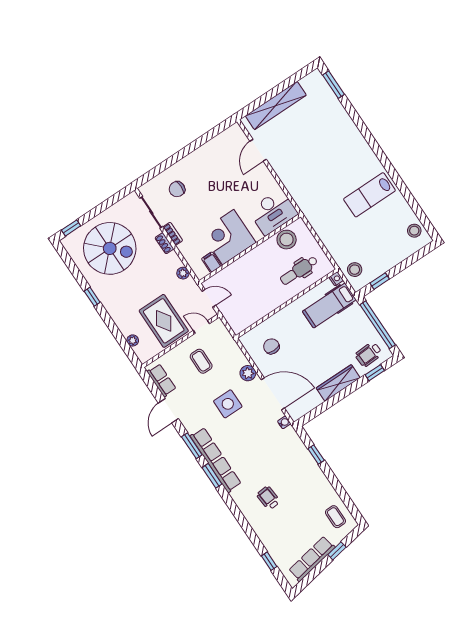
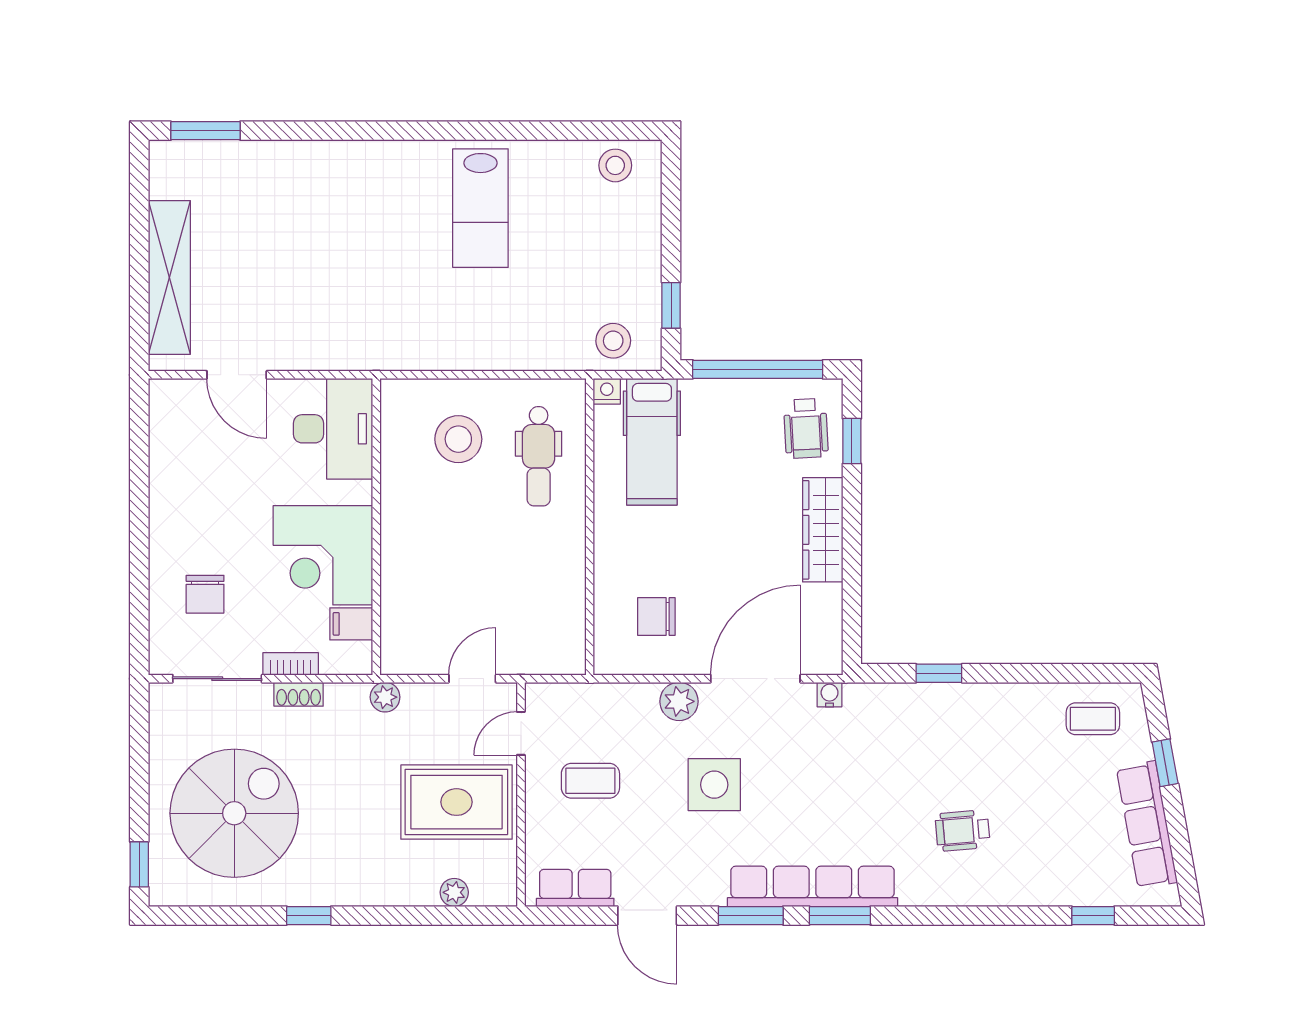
desk: (273, 212) -> (333, 429), moved
corner desk: (228, 237) -> (323, 555), moved
wall: (250, 249) -> (376, 527), moved
filing cabinet: (211, 262) -> (351, 624), moved

